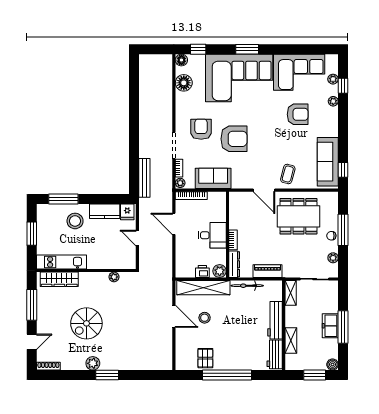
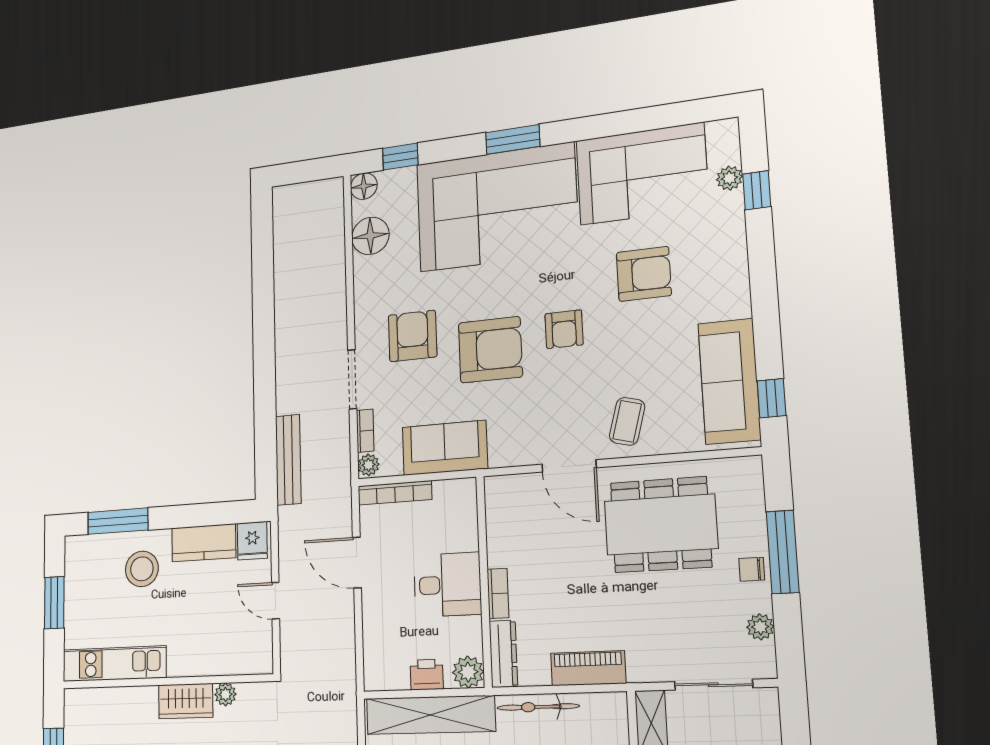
plant: (333, 101) -> (734, 231), removed
armchair: (265, 134) -> (564, 329), added
wardrobe: (59, 279) -> (186, 701), moved, width x0.67

